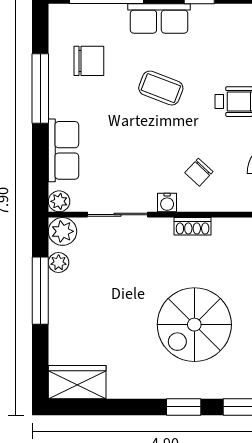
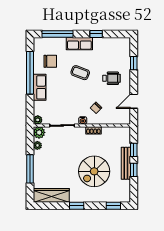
window: (40, 89) -> (30, 73), width x1.46
row of seats: (63, 150) -> (40, 87), moved
window: (40, 291) -> (30, 169), moved
wardrobe: (77, 382) -> (51, 195), width x1.50
window: (184, 407) -> (77, 206), moved

